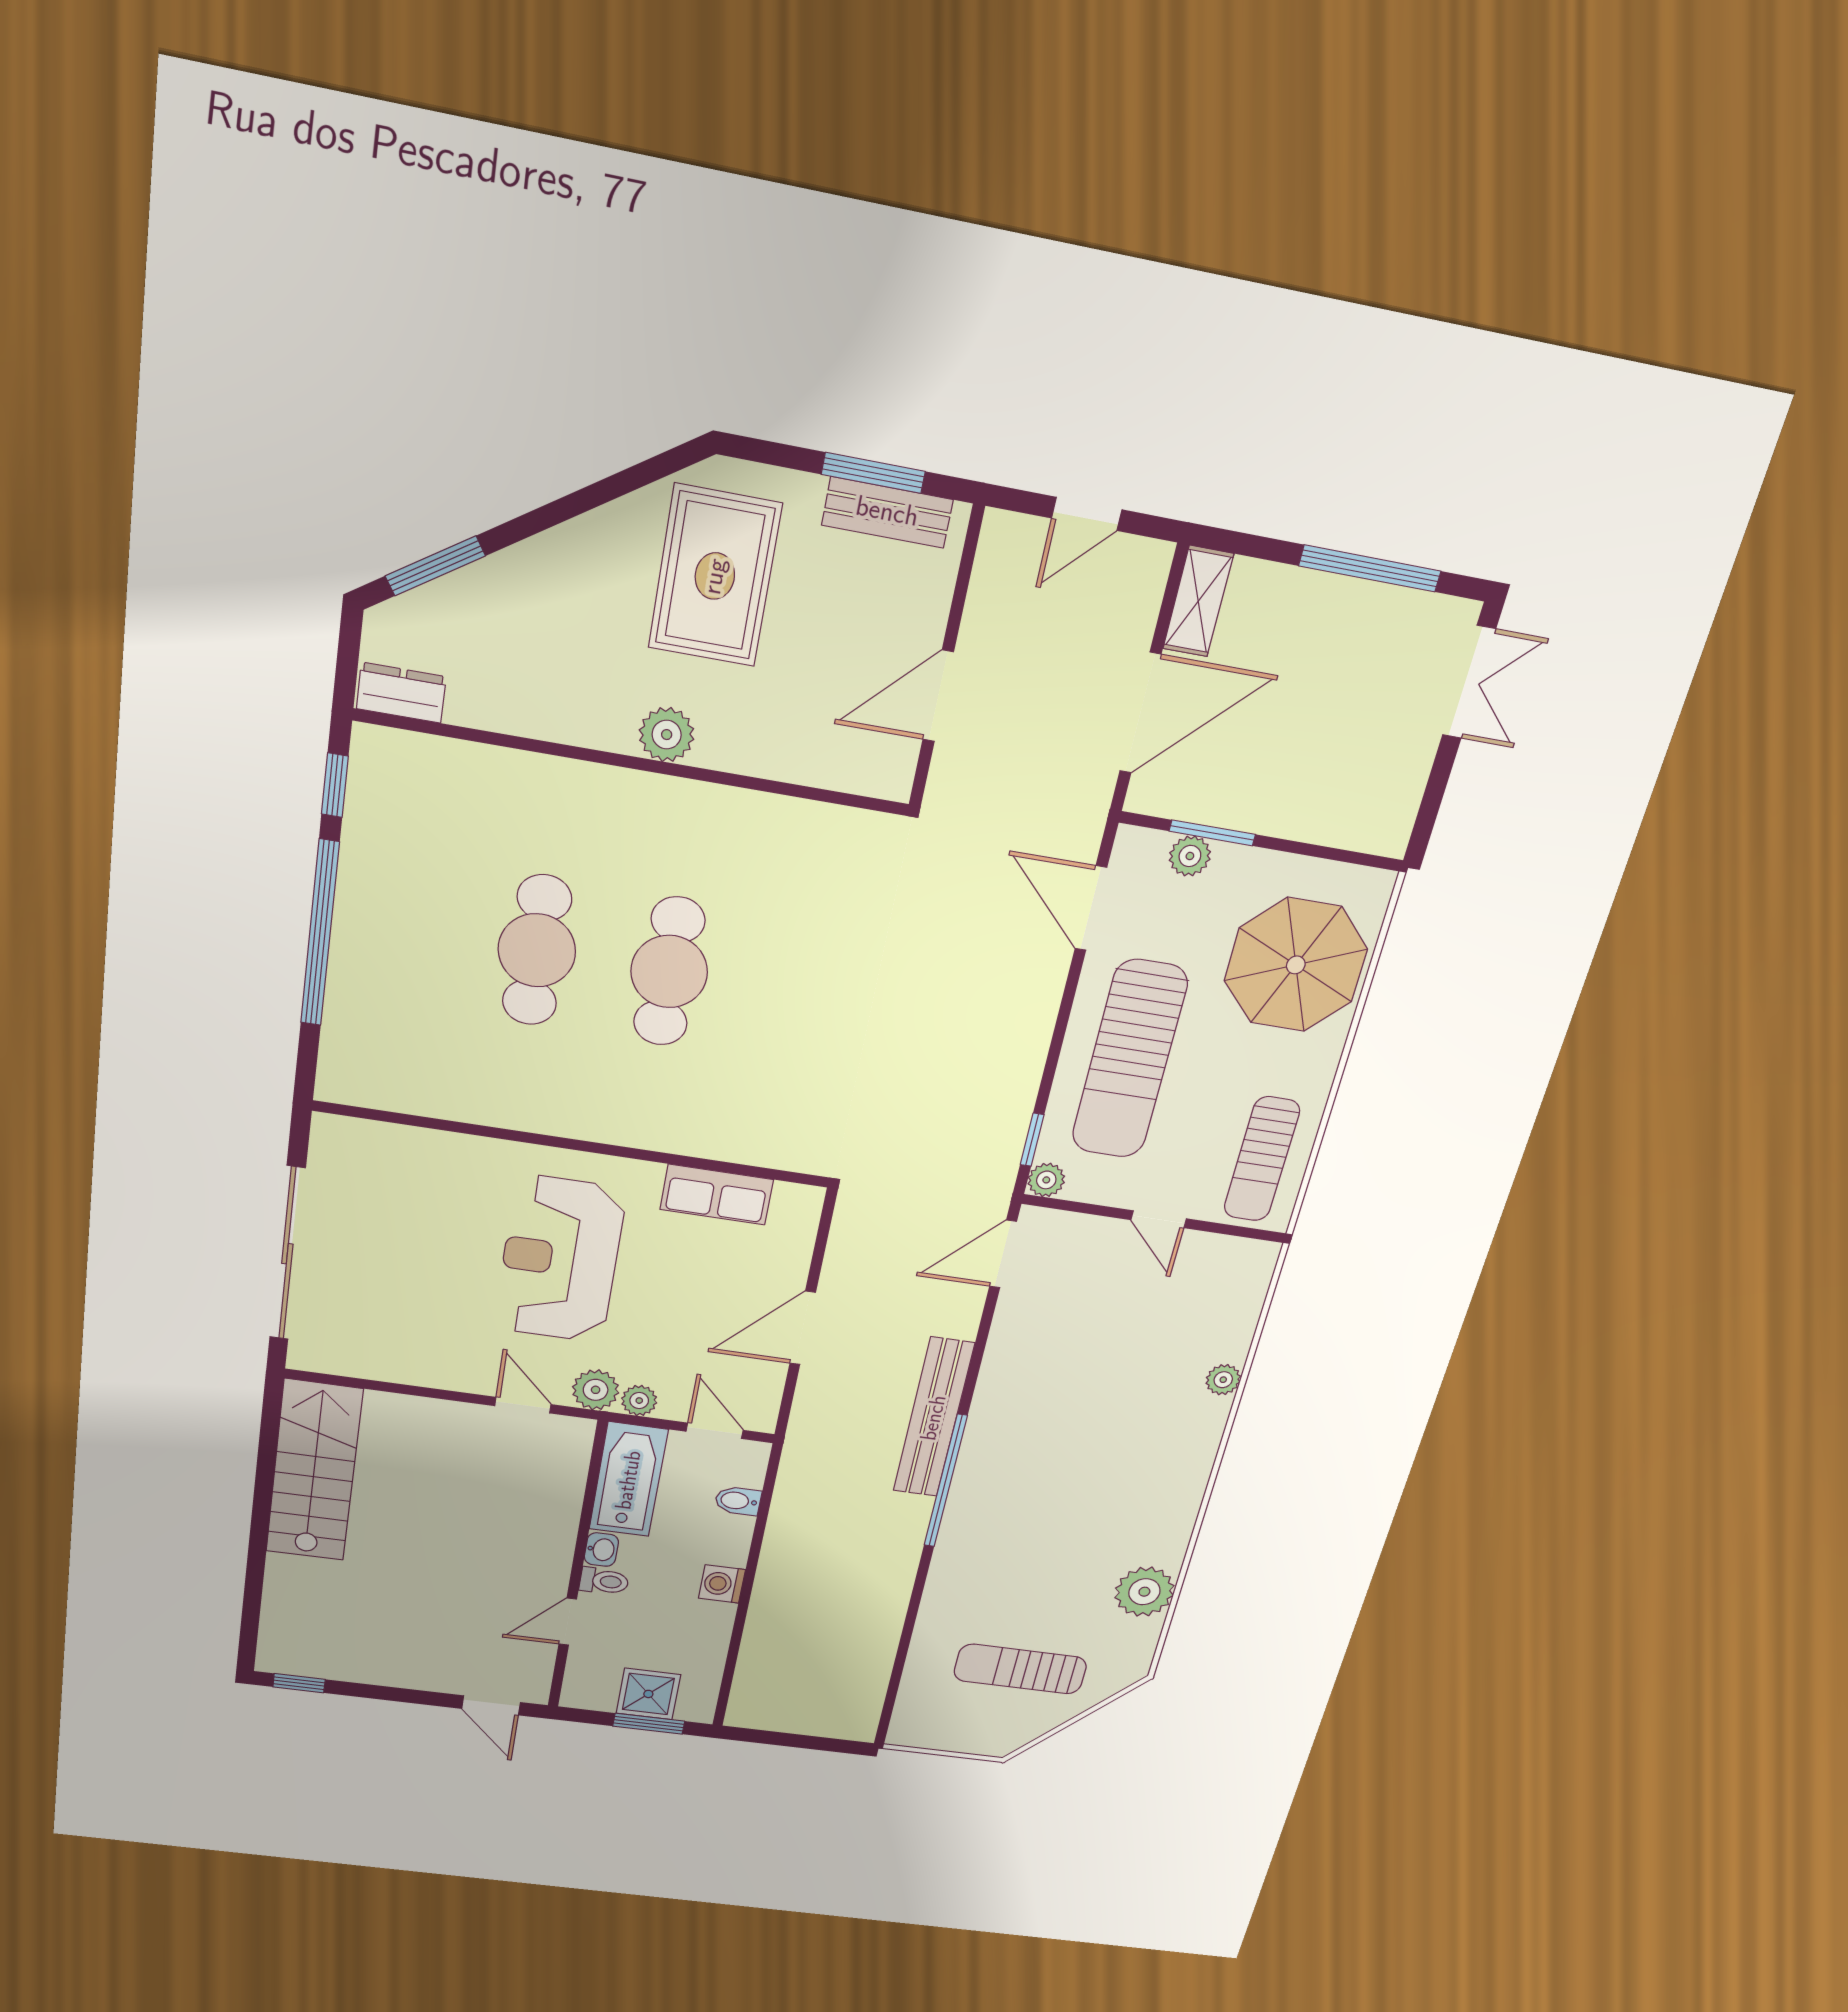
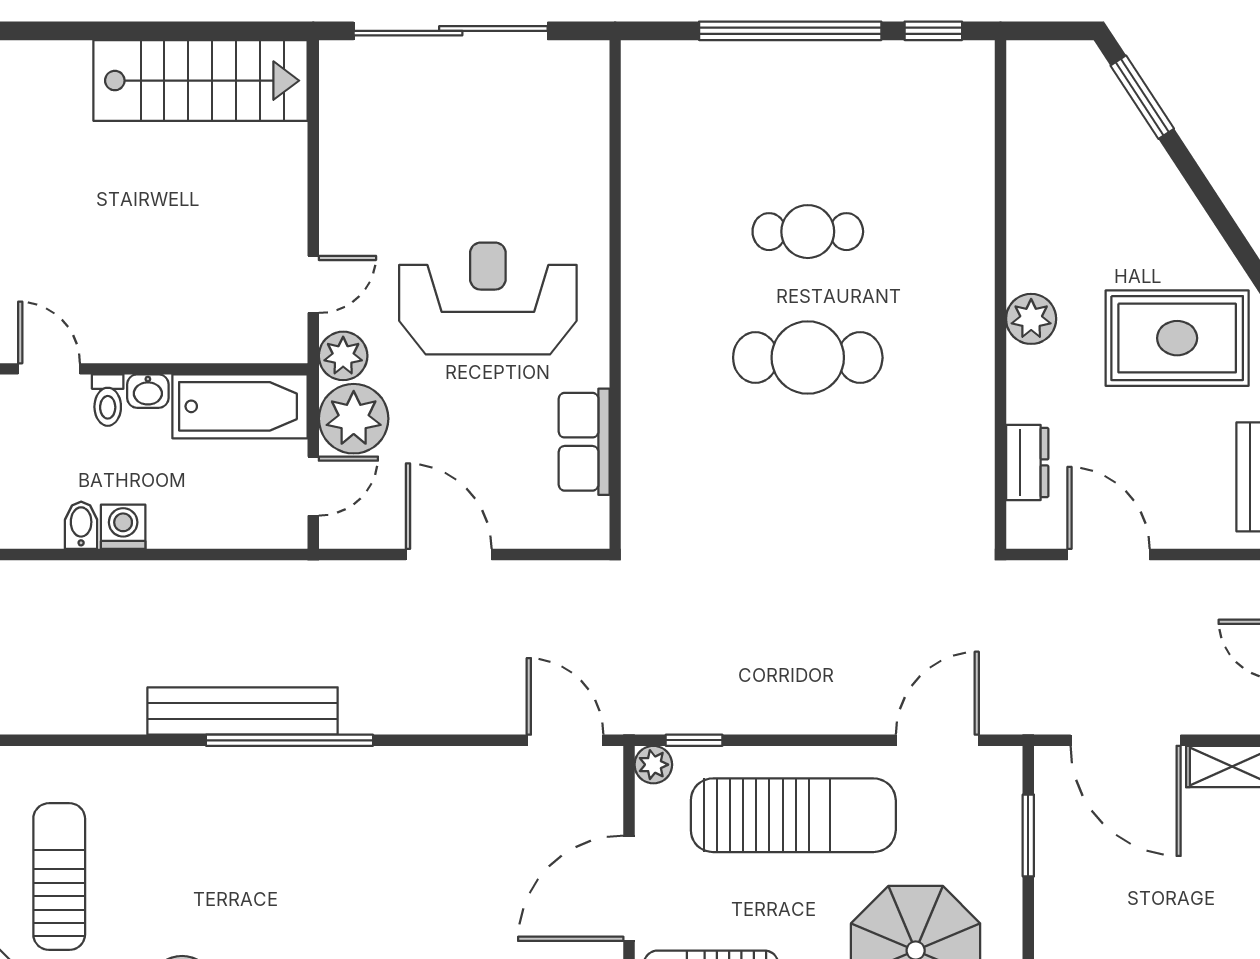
dresser: (401, 693) -> (1027, 462), moved
plant: (1190, 856) -> (1003, 820), removed
cafe table: (537, 950) -> (808, 232), width x0.73, depth x0.74
sun lounger: (1129, 1060) -> (793, 815), turned 180
door: (1159, 1219) -> (629, 888), width x1.88
plant: (639, 1401) -> (354, 419), width x1.88, depth x1.88
bench: (934, 1418) -> (243, 711), moved
bidet: (738, 1501) -> (81, 525), moved

